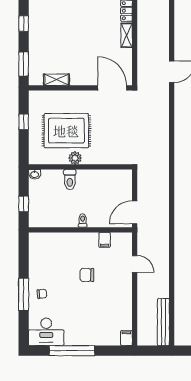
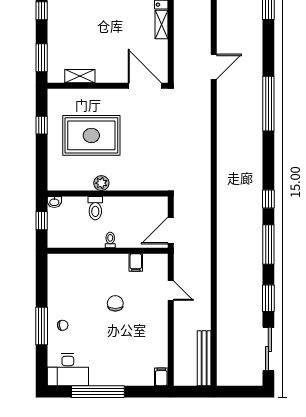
plant: (75, 158) -> (101, 183), moved
wall: (80, 167) -> (108, 193), moved
washbasin: (35, 174) -> (54, 202), moved
toilet: (70, 180) -> (95, 208), moved
chair: (87, 275) -> (115, 303), turned 90

